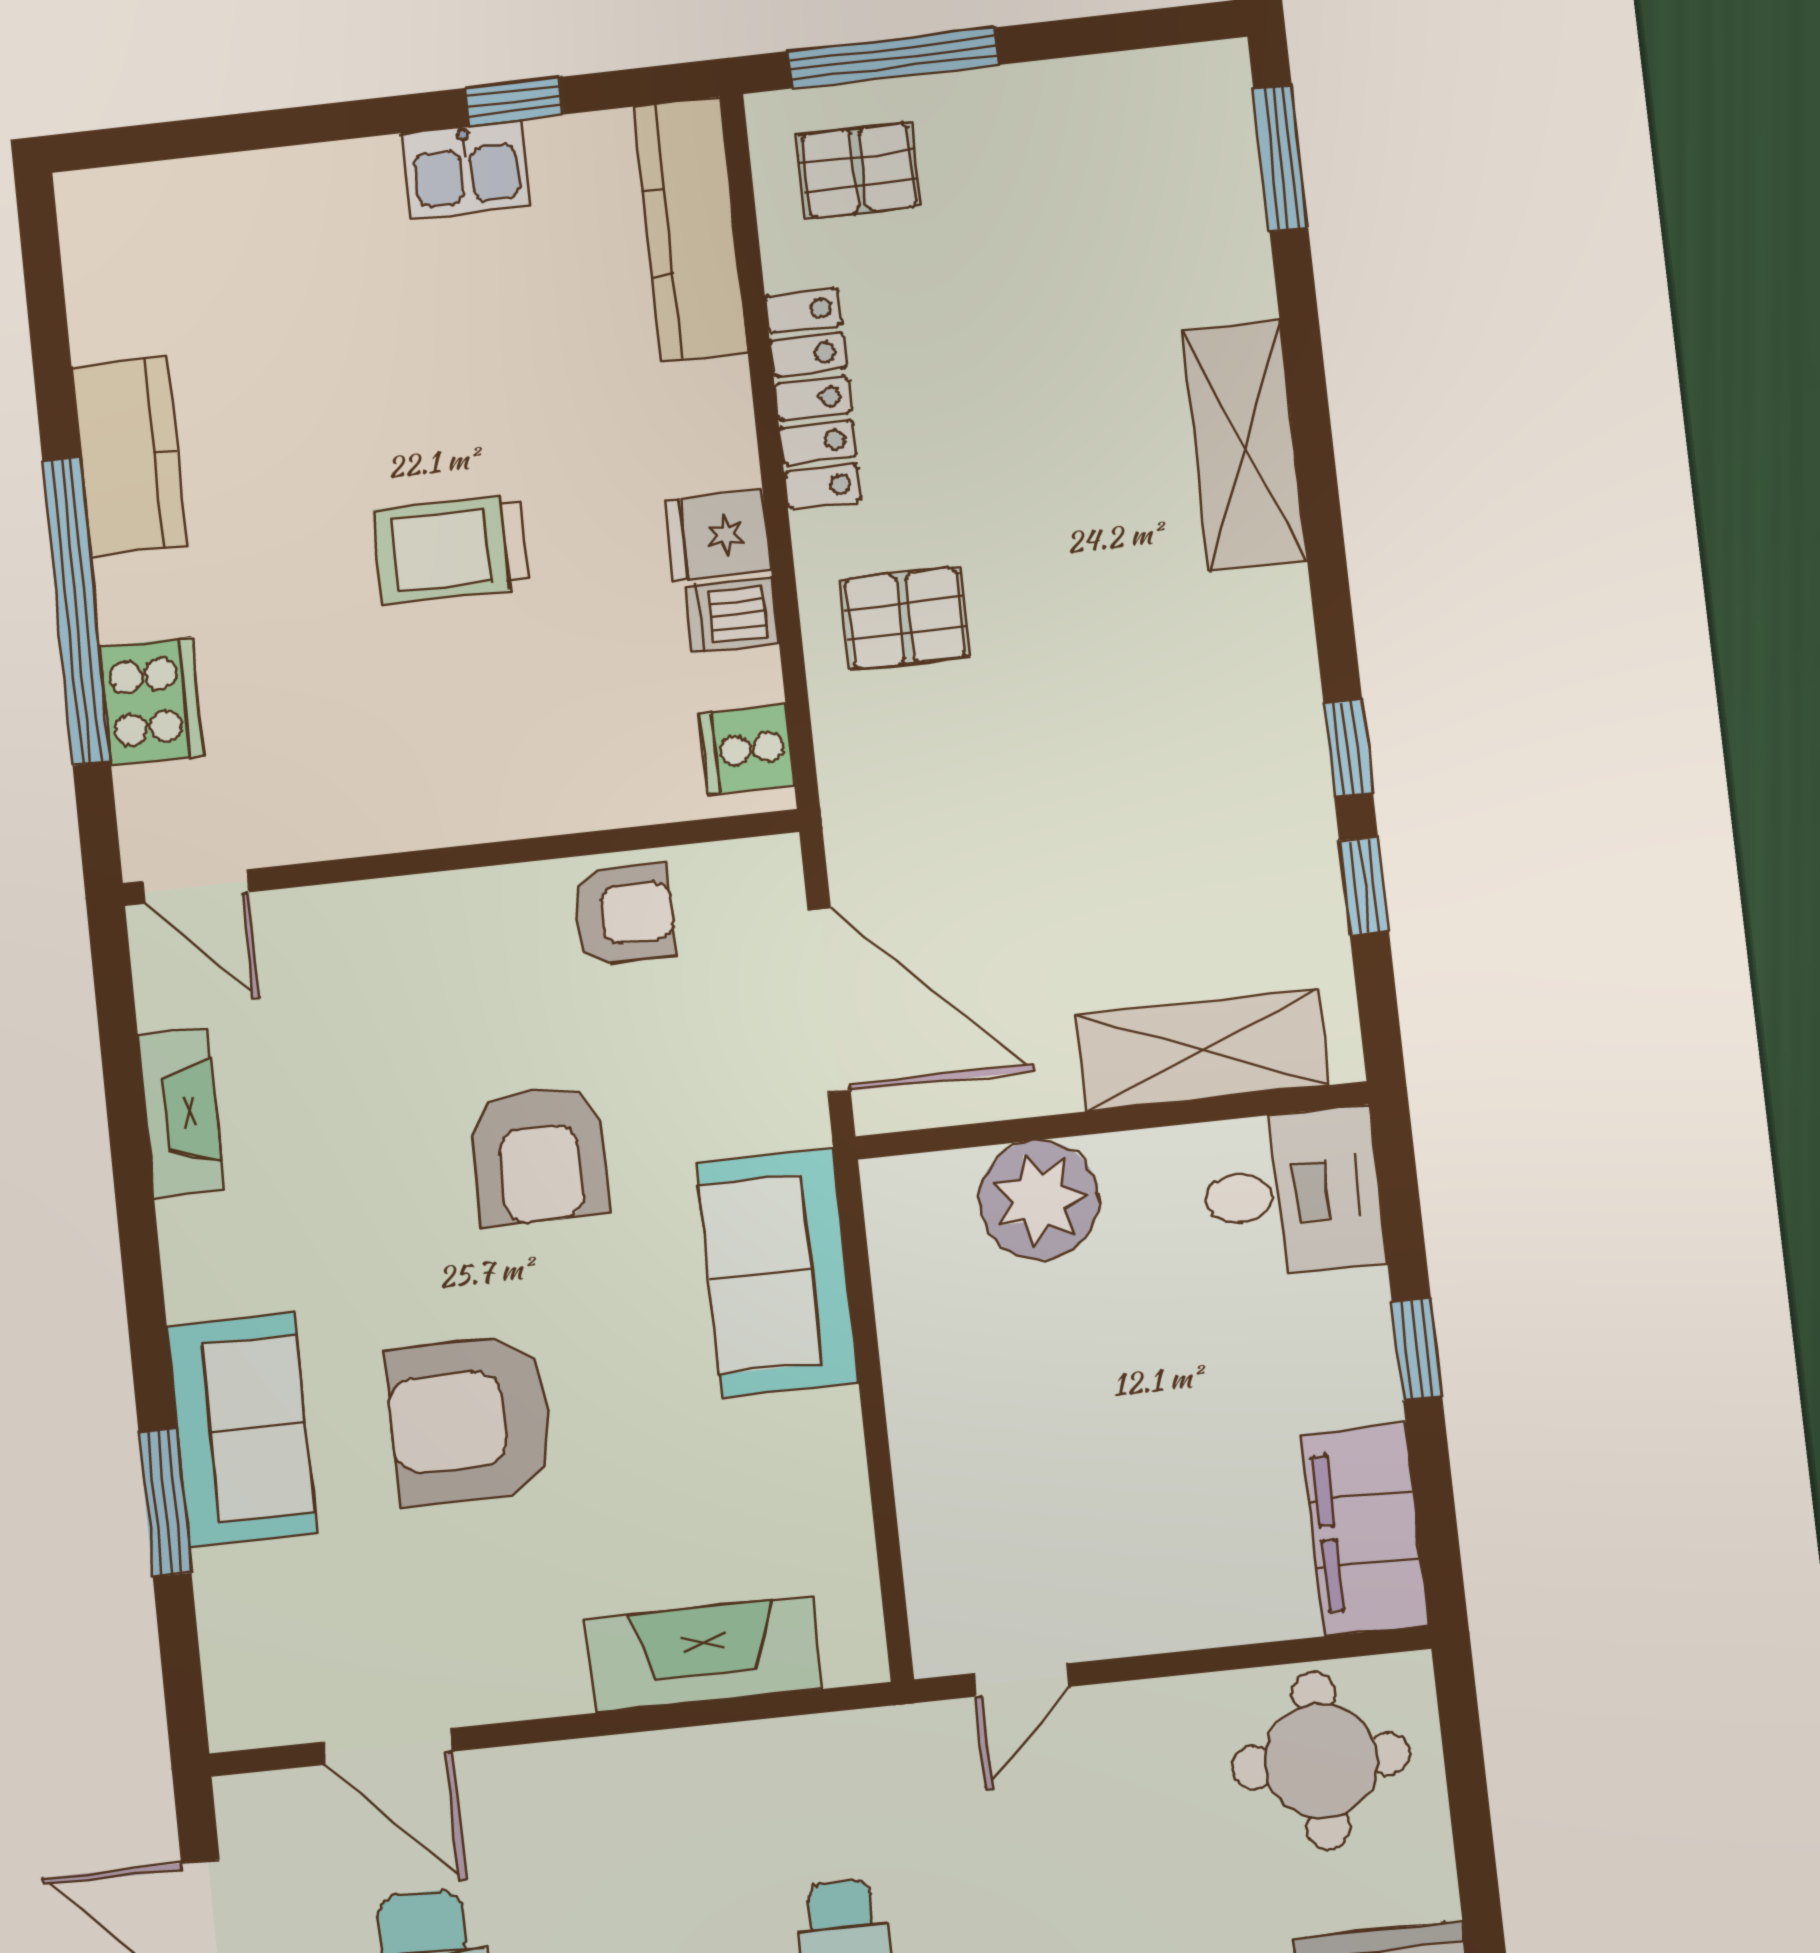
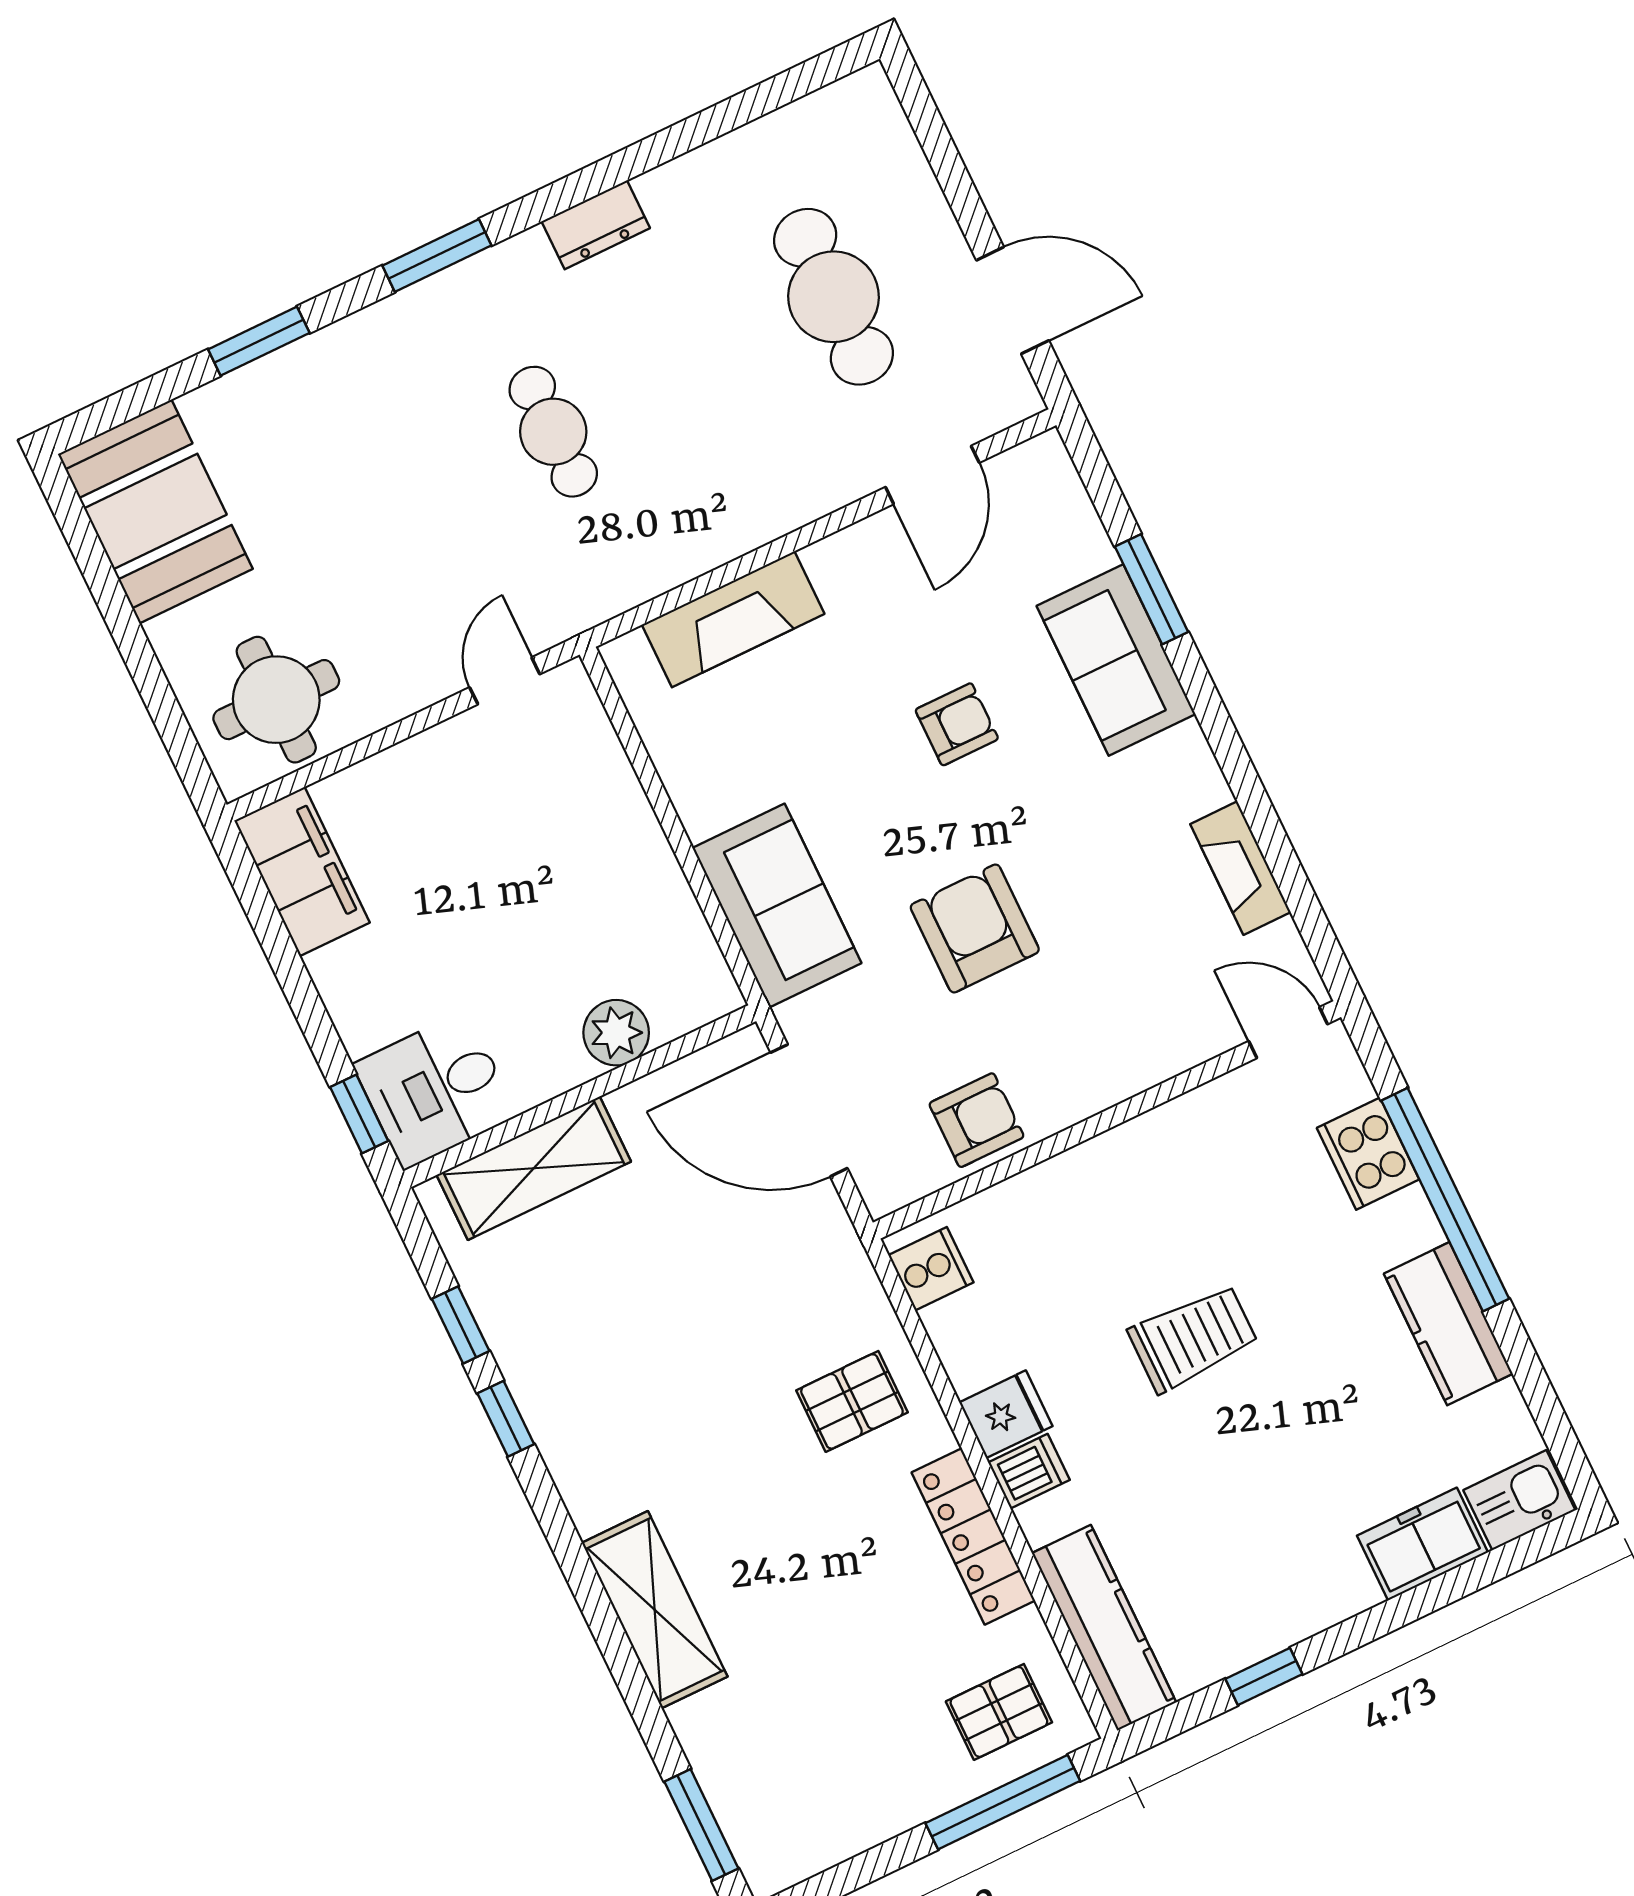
kitchen sink: (466, 169) -> (1519, 1500), moved
freezer: (259, 196) -> (1422, 1544), added
dishwasher: (732, 615) -> (1029, 1471), moved
armchair: (623, 915) -> (976, 1120), turned 180
plant: (1039, 1200) -> (616, 1033), width x0.73, depth x0.73
window: (1417, 1349) -> (359, 1114), moved
armchair: (470, 1420) -> (957, 724), width x0.53, depth x0.53
door: (388, 1747) -> (932, 475), swing flipped

